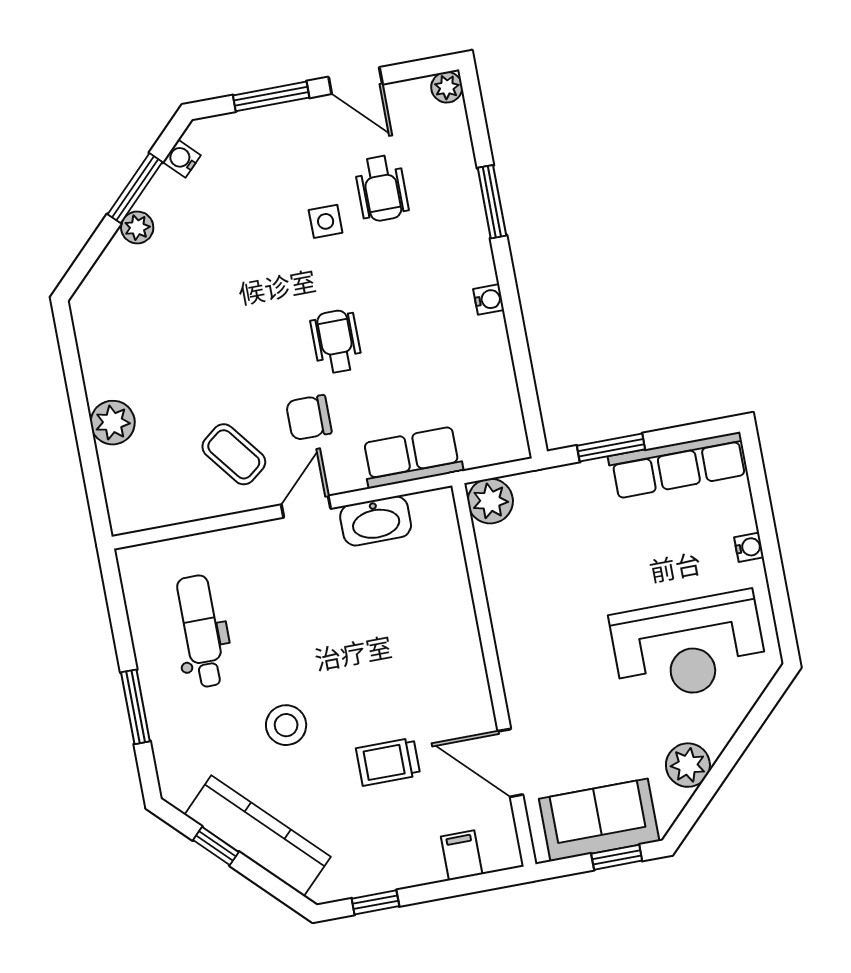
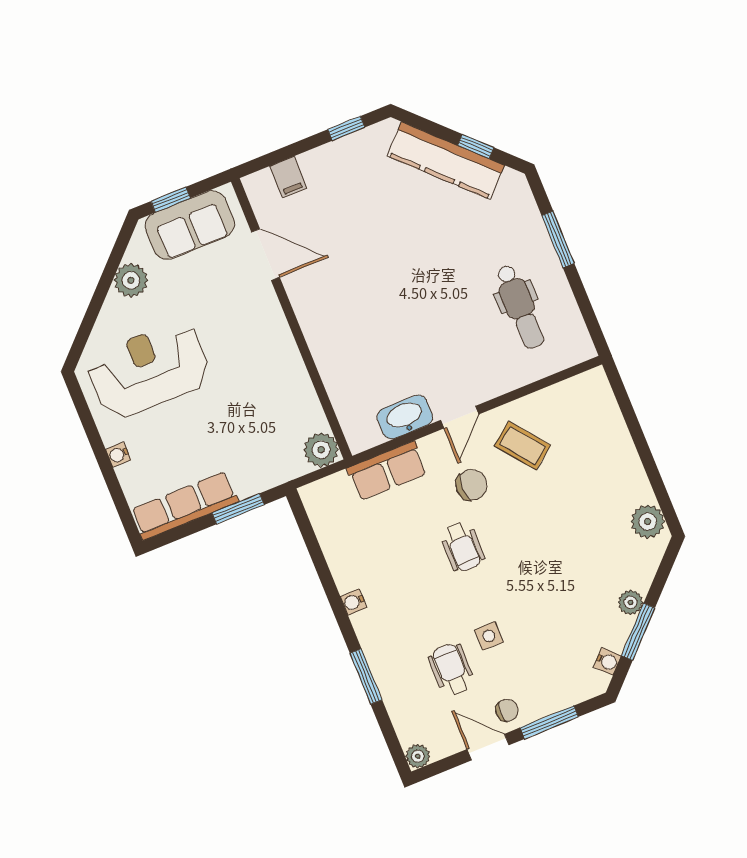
chair: (322, 122) -> (507, 710), added
plant: (113, 423) -> (648, 522), moved
stool: (286, 725) -> (441, 249), removed
trolley: (388, 762) -> (358, 237), removed

